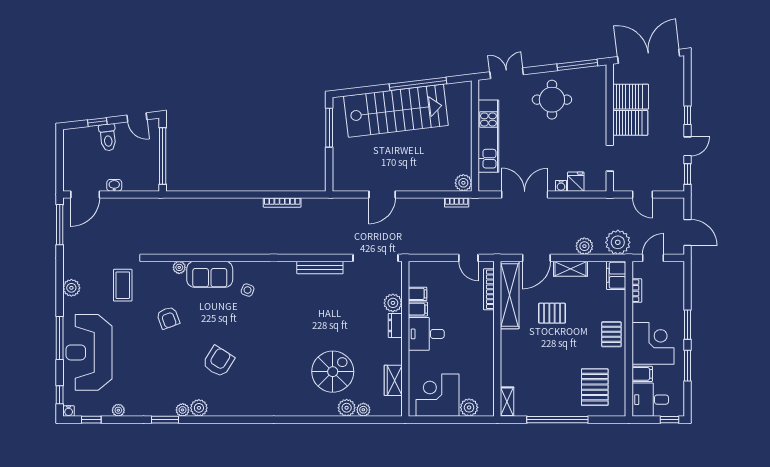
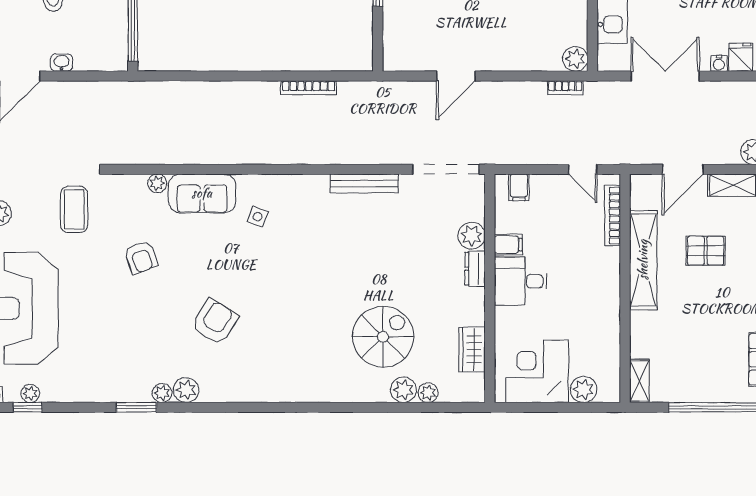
filing cabinet: (418, 294) -> (519, 187), moved, turned 90
shelving: (510, 295) -> (643, 260), moved
plant: (118, 410) -> (30, 393), moved

